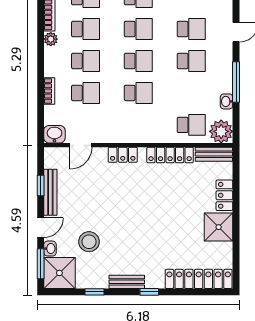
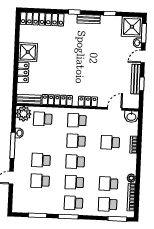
school desk: (85, 61) -> (77, 120), moved
stool: (89, 242) -> (112, 46), removed

